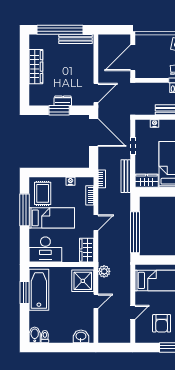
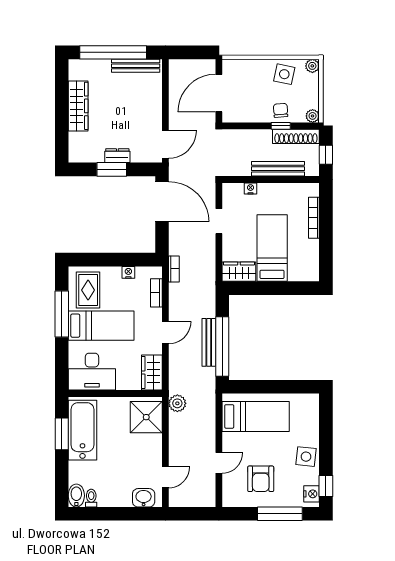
bench: (126, 176) -> (209, 342), moved
door: (96, 301) -> (165, 477), moved

